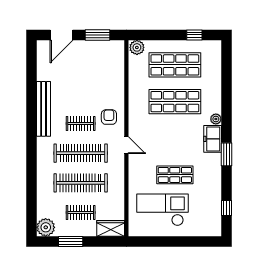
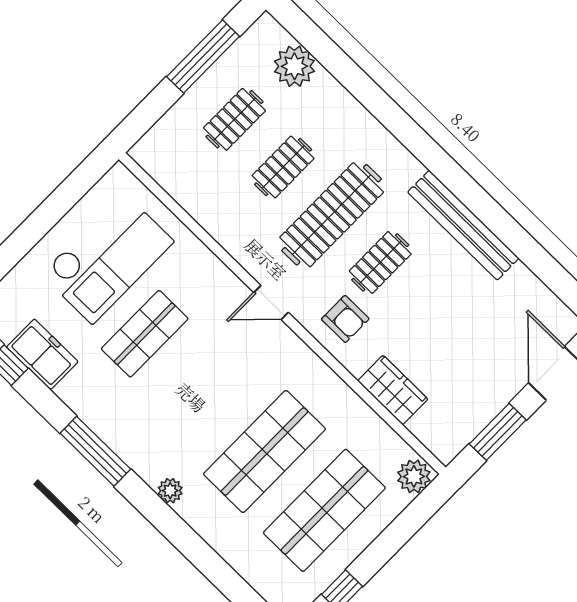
freezer: (213, 139) -> (42, 354), moved
window: (226, 154) -> (95, 451), width x1.44
clothes rail: (81, 183) -> (283, 167), width x0.54, depth x0.76
plant: (46, 227) -> (294, 66), moved
wardrobe: (111, 228) -> (393, 390), moved, turned -90
window: (71, 242) -> (203, 57), width x1.44

